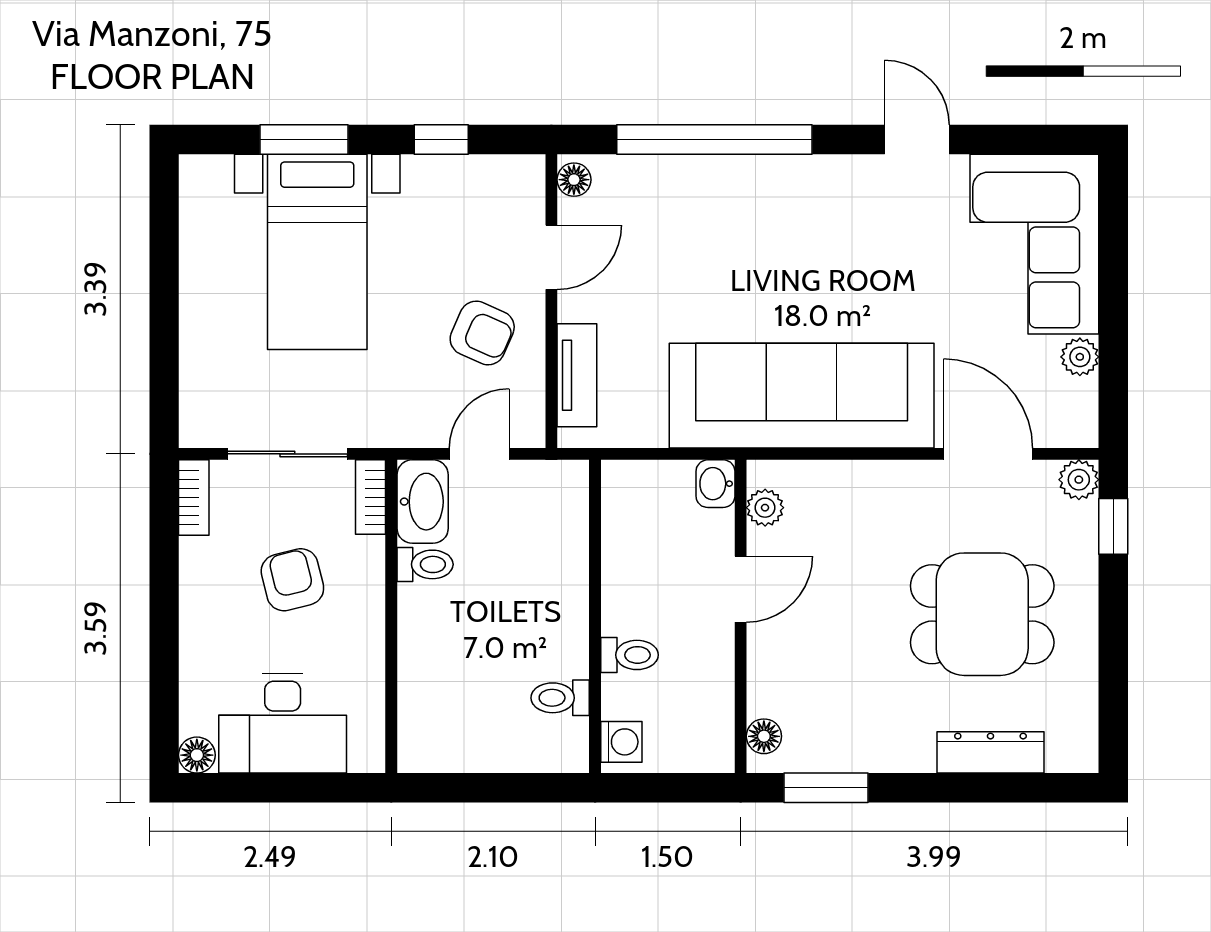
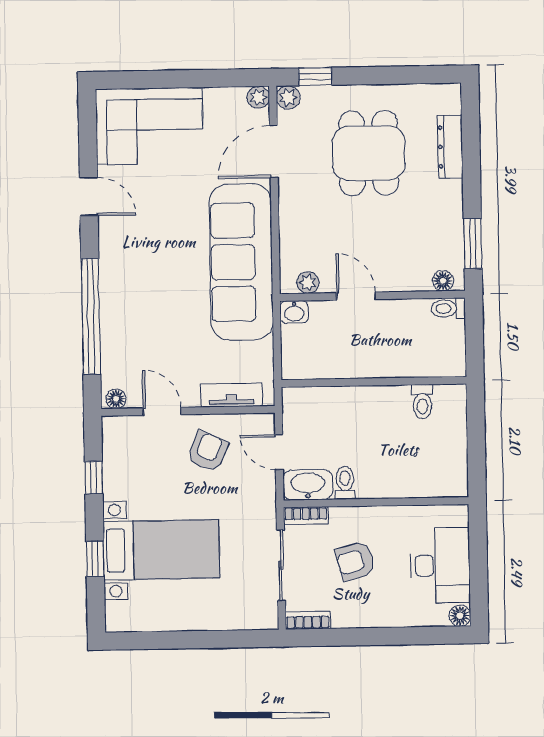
window: (304, 139) -> (95, 559), width x0.67
door: (917, 139) -> (89, 197), swing flipped
plant: (1080, 357) -> (258, 97), moved
toilet: (629, 655) -> (448, 308), moved, turned -90
washing machine: (621, 742) -> (448, 365), removed

